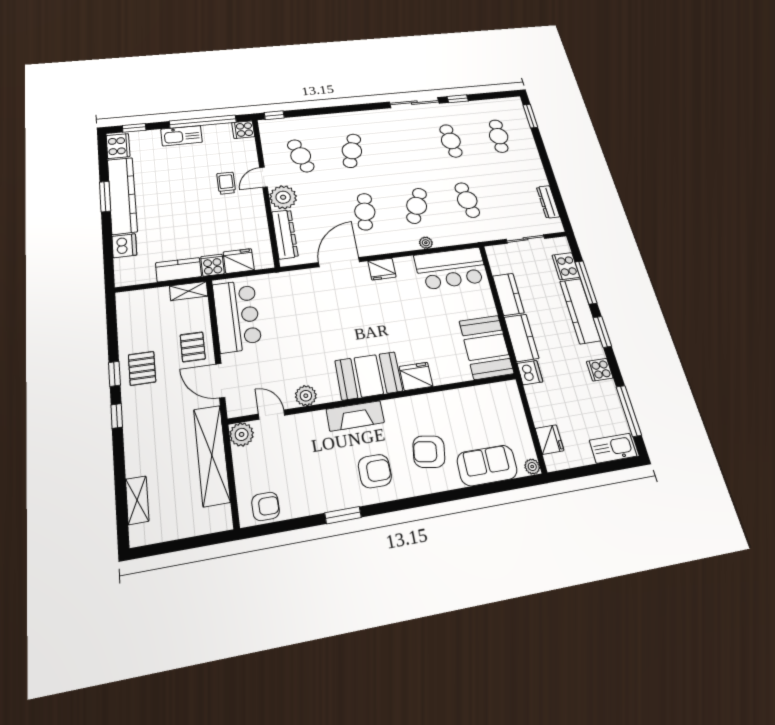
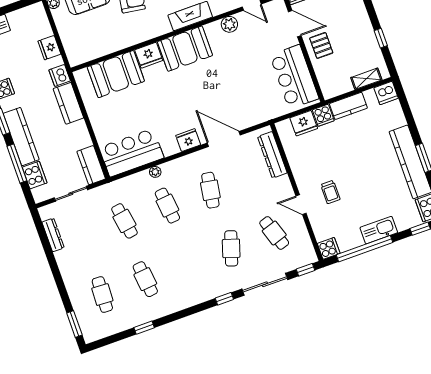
sliding door: (414, 103) -> (265, 284), moved
window: (368, 107) -> (224, 299), added
door: (264, 177) -> (301, 205), swing flipped
plant: (283, 197) -> (281, 189), removed
cafe table: (417, 206) -> (167, 206), turned -30
dishwasher: (124, 246) -> (386, 93), moved, turned -90
door: (339, 262) -> (224, 139), swing flipped
shelving: (189, 291) -> (366, 79), moved
kitchen counter: (508, 294) -> (91, 165), moved
booth: (486, 347) -> (116, 74), moved, turned 90
pallet: (142, 368) -> (354, 22), removed
window: (114, 374) -> (381, 38), moved
fridge: (549, 440) -> (49, 48), moved

